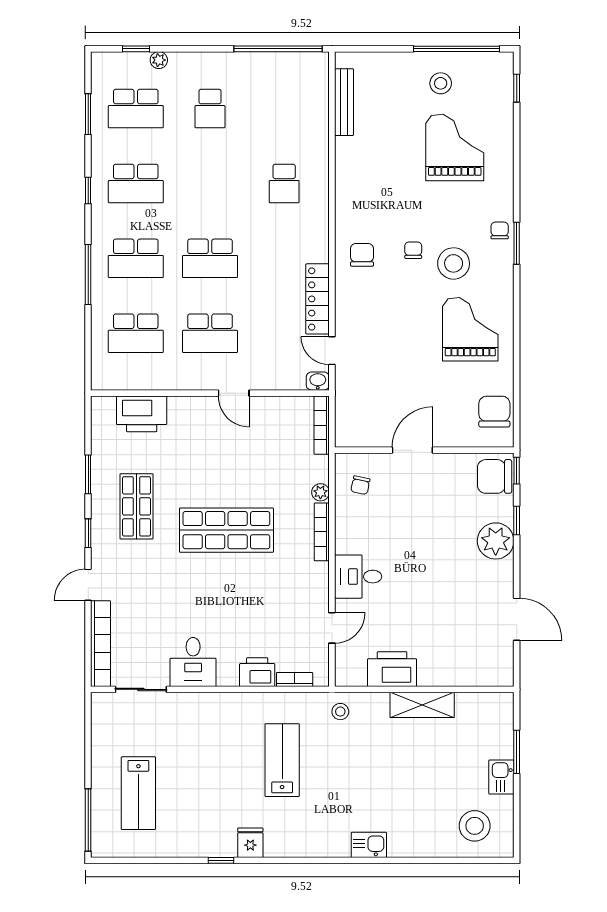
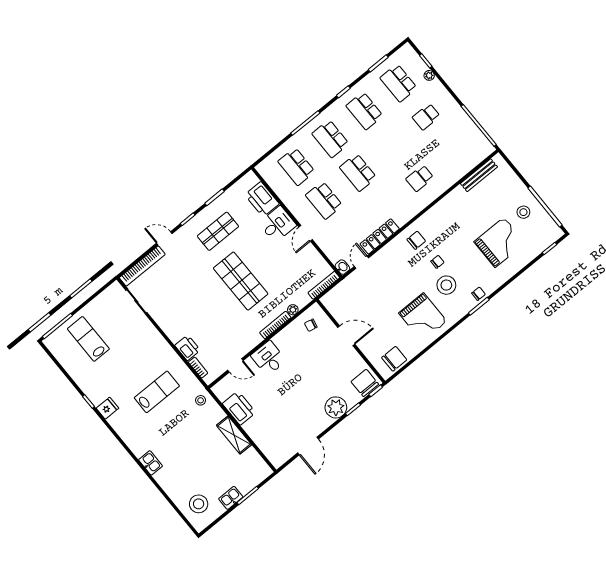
grand piano: (470, 329) -> (423, 317), turned 90
desk: (193, 662) -> (277, 224), moved, turned 180
lab bench: (138, 793) -> (88, 339), turned 90

